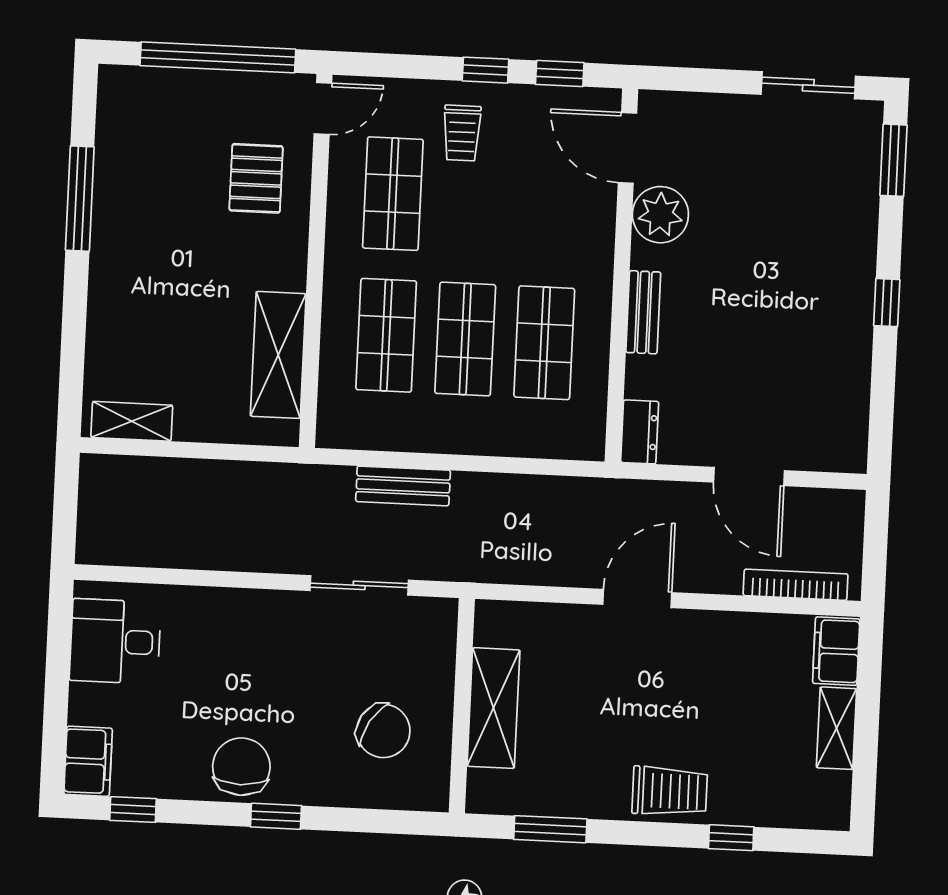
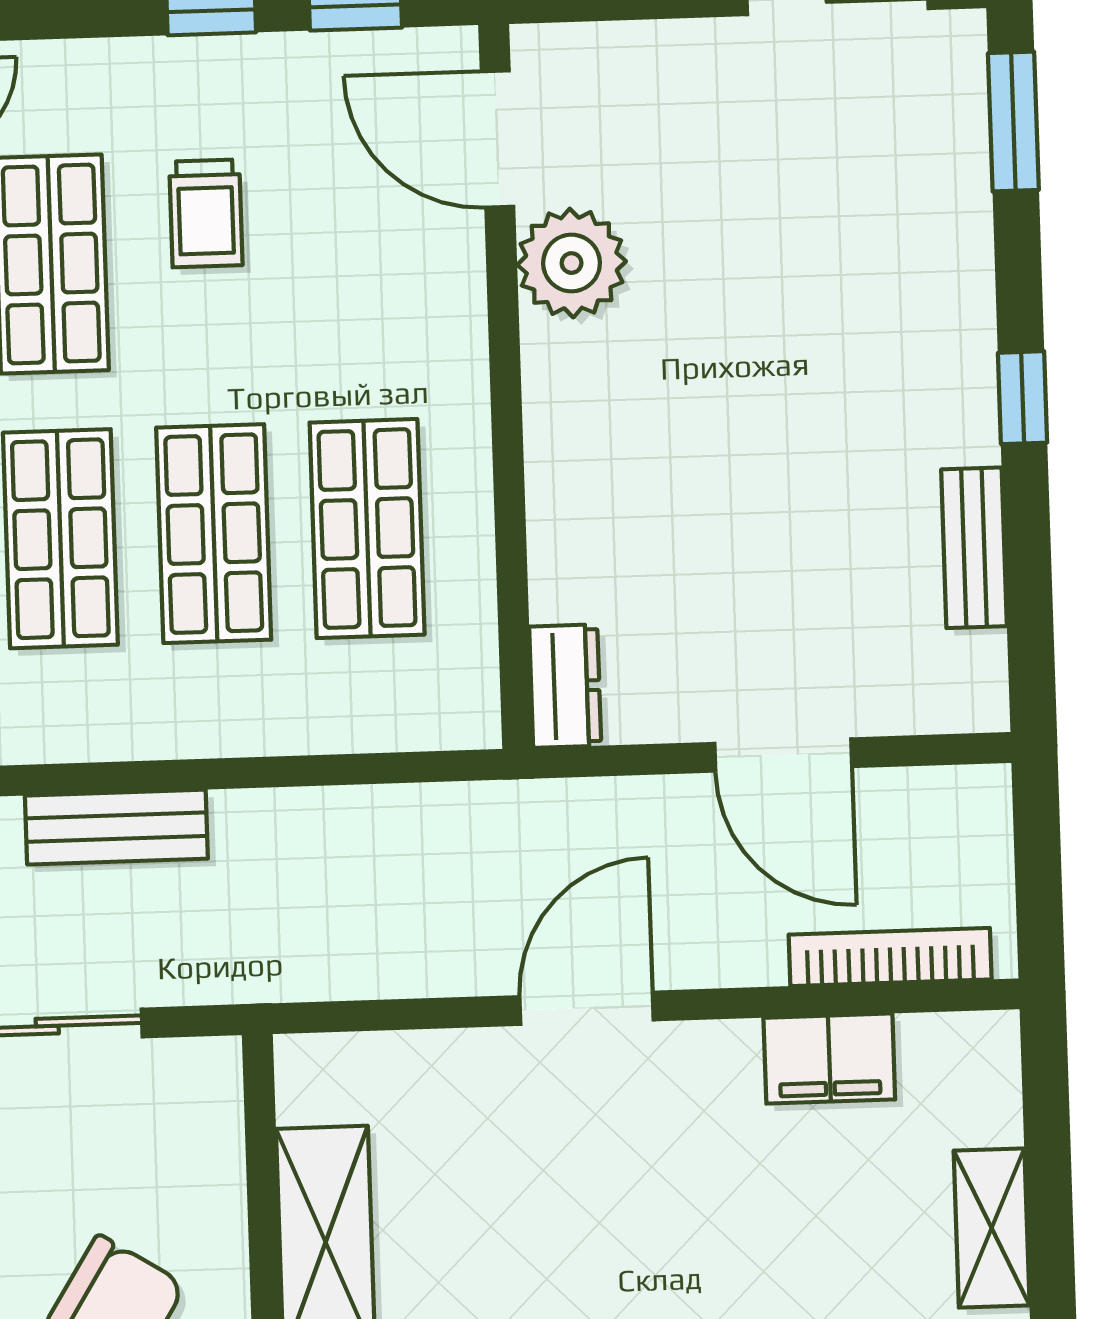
trolley: (462, 133) -> (206, 213), moved
bench: (643, 312) -> (974, 548), moved
filing cabinet: (836, 651) -> (829, 1059), moved, turned -90

